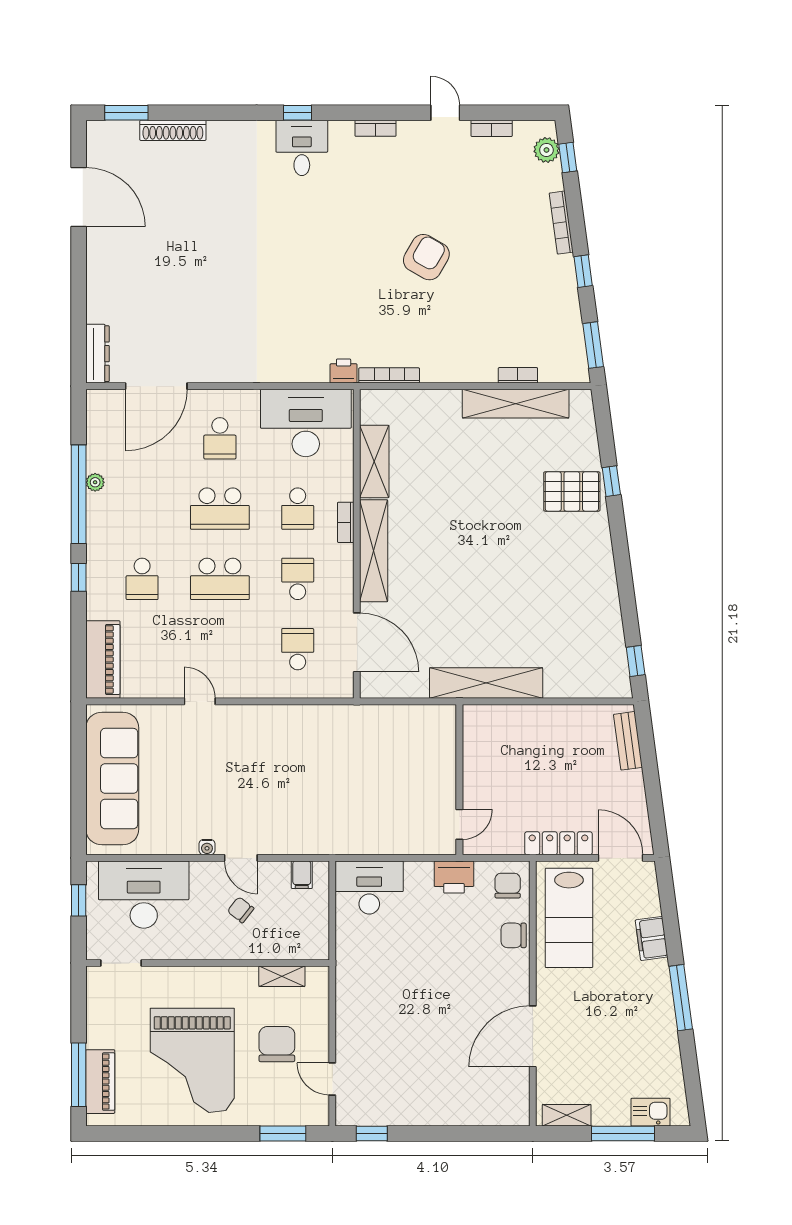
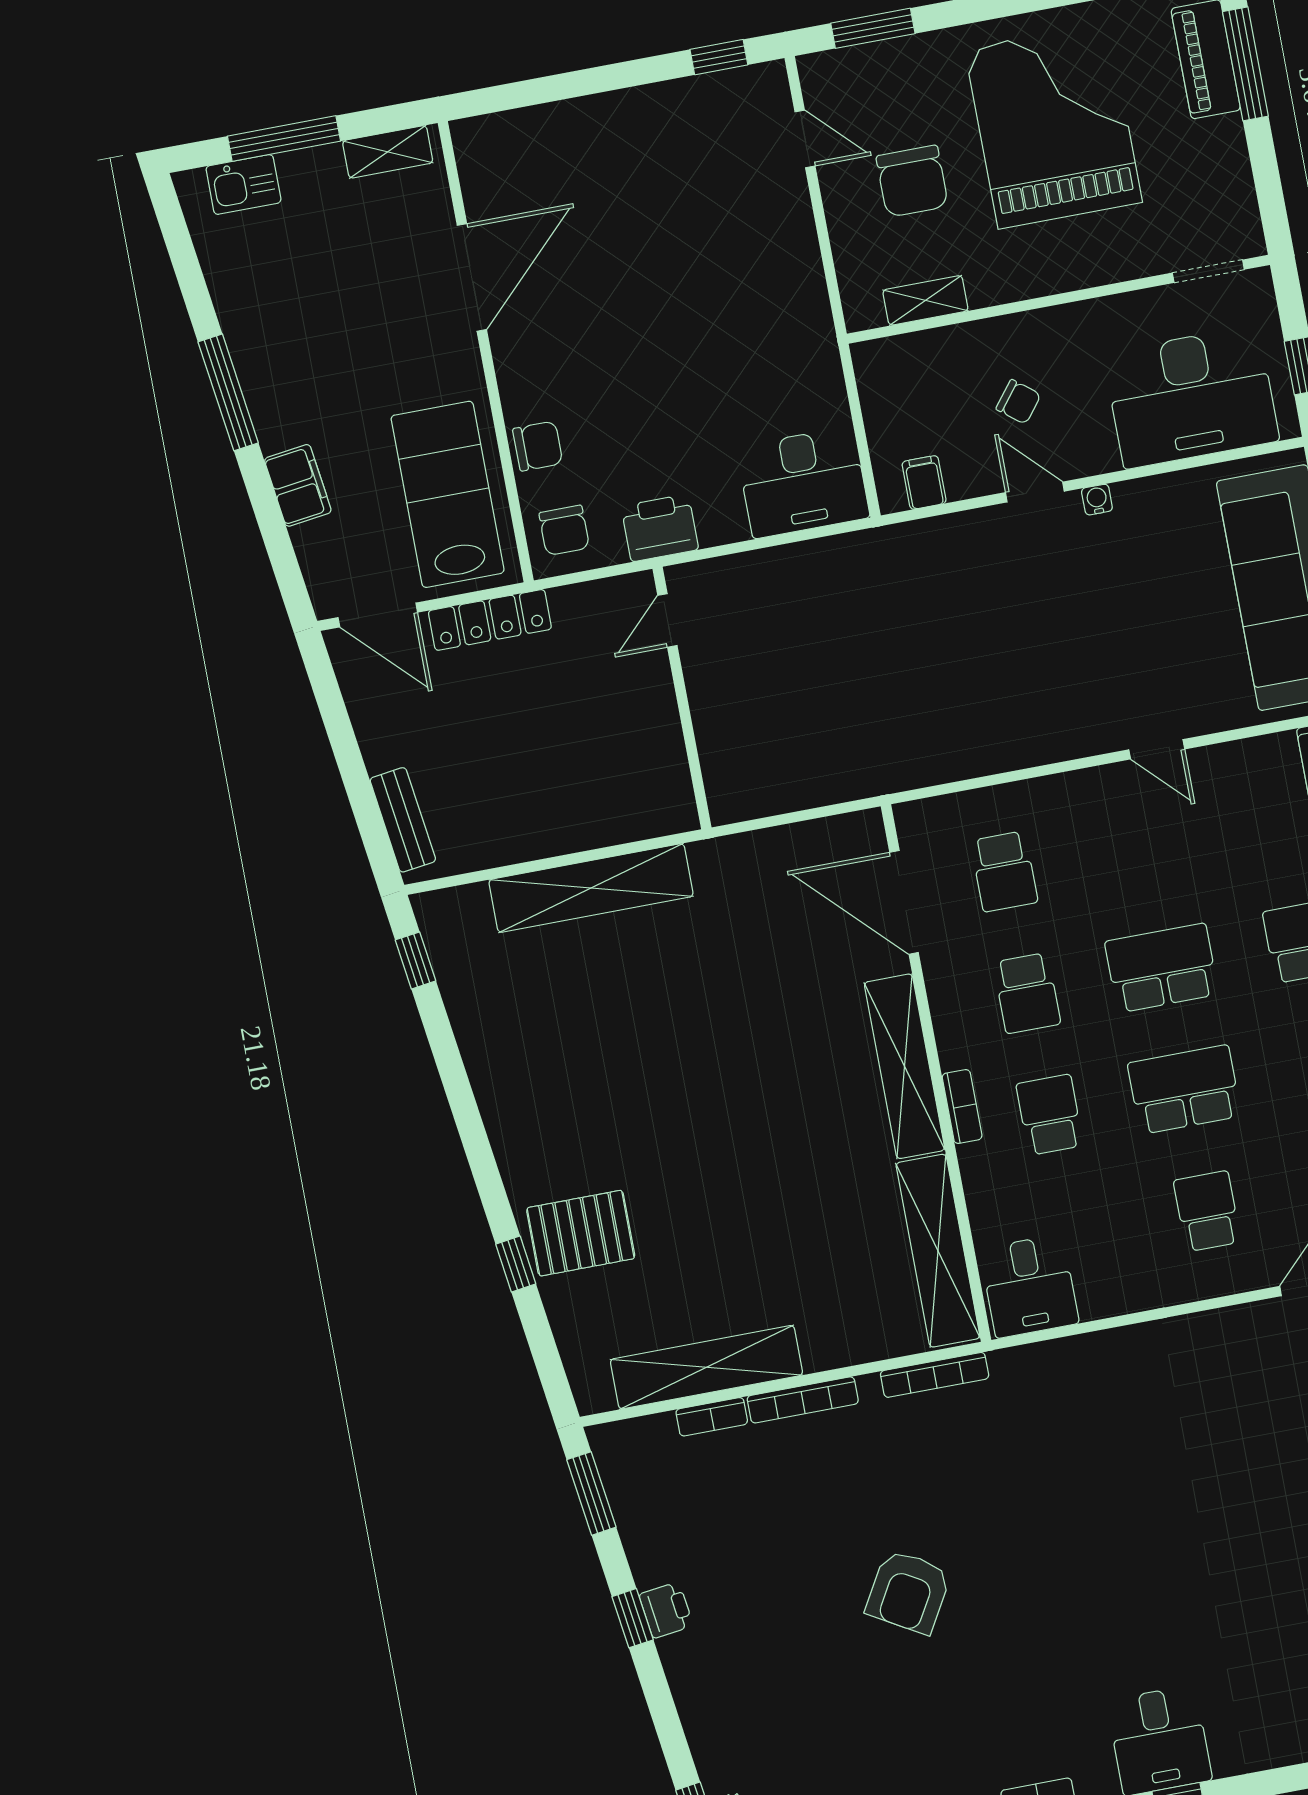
bookcase: (561, 223) -> (803, 1400), moved, turned 98
printer: (344, 371) -> (666, 1610), moved, turned -98
desk: (306, 423) -> (1029, 1286), width x0.53, depth x0.77
shelving: (374, 461) -> (938, 1251), width x1.47
shelving: (486, 683) -> (591, 888), moved

